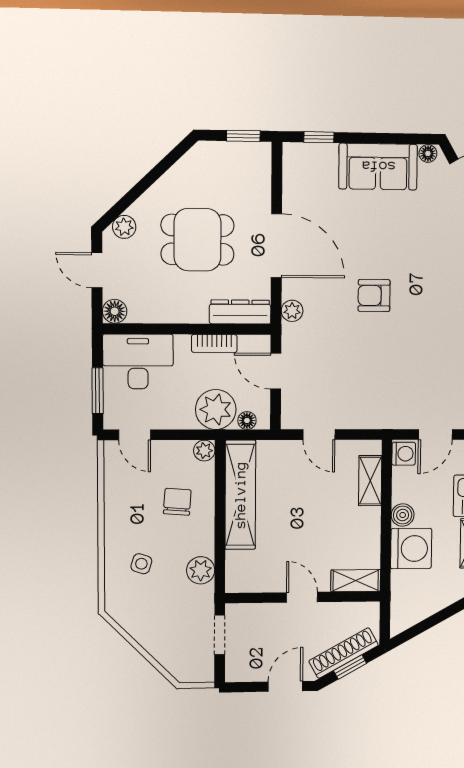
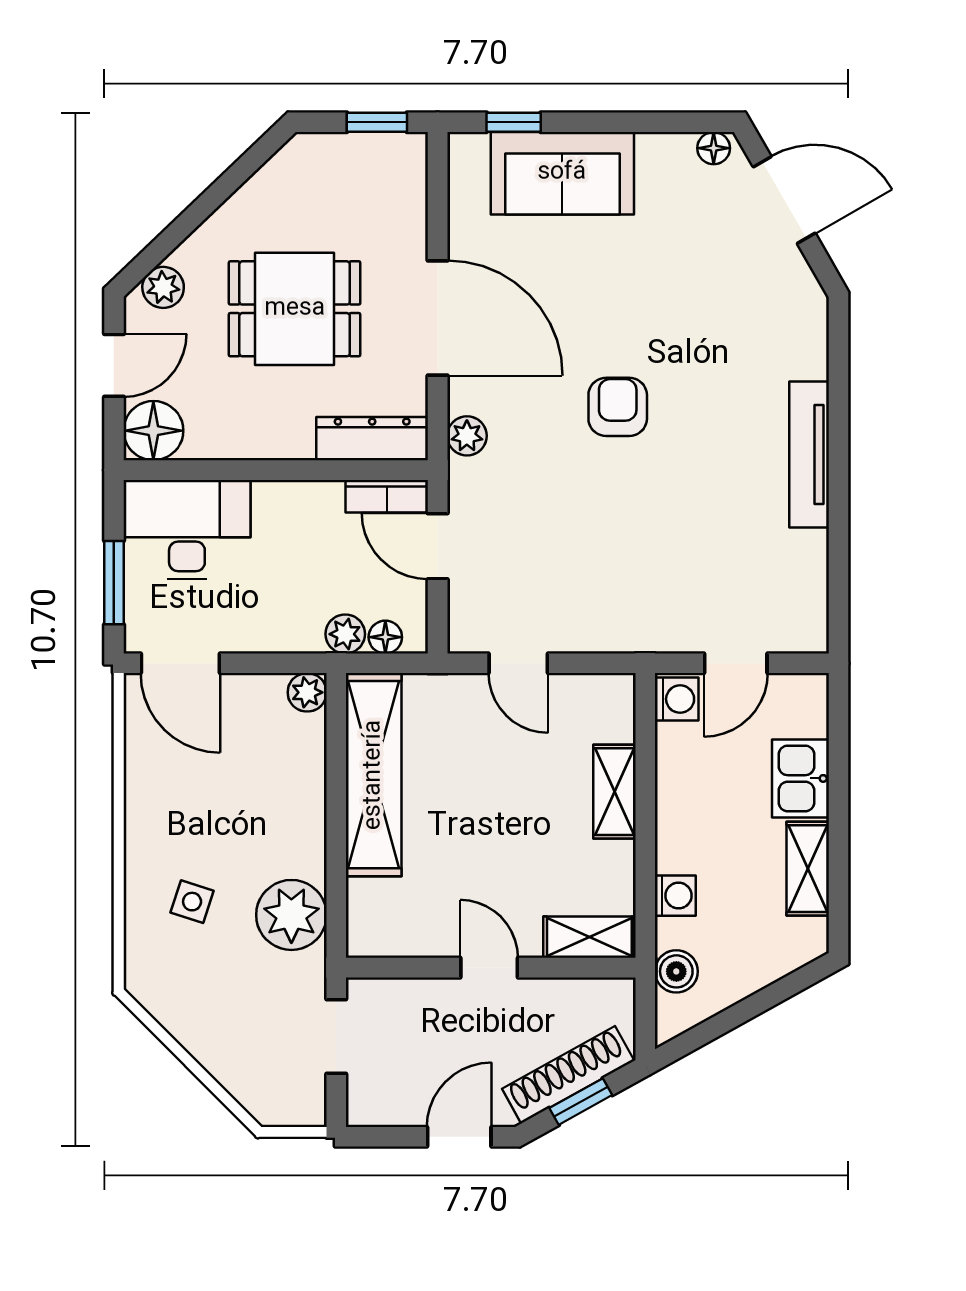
sofa: (378, 167) -> (562, 173), moved
door: (97, 270) -> (114, 365), swing flipped
armchair: (374, 295) -> (618, 407), turned 90
floor lamp: (115, 311) -> (153, 431), width x1.38, depth x1.38
bookcase: (214, 344) -> (387, 496), moved
plant: (216, 409) -> (345, 634), width x0.53, depth x0.53
door: (135, 435) -> (180, 663), width x1.38
shelving: (370, 481) -> (614, 792), moved
chair: (177, 502) -> (258, 787), removed
boiler: (403, 515) -> (676, 971), moved
washing machine: (411, 549) -> (675, 896), width x0.53, depth x0.53
plant: (201, 570) -> (291, 915), width x1.36, depth x1.36

